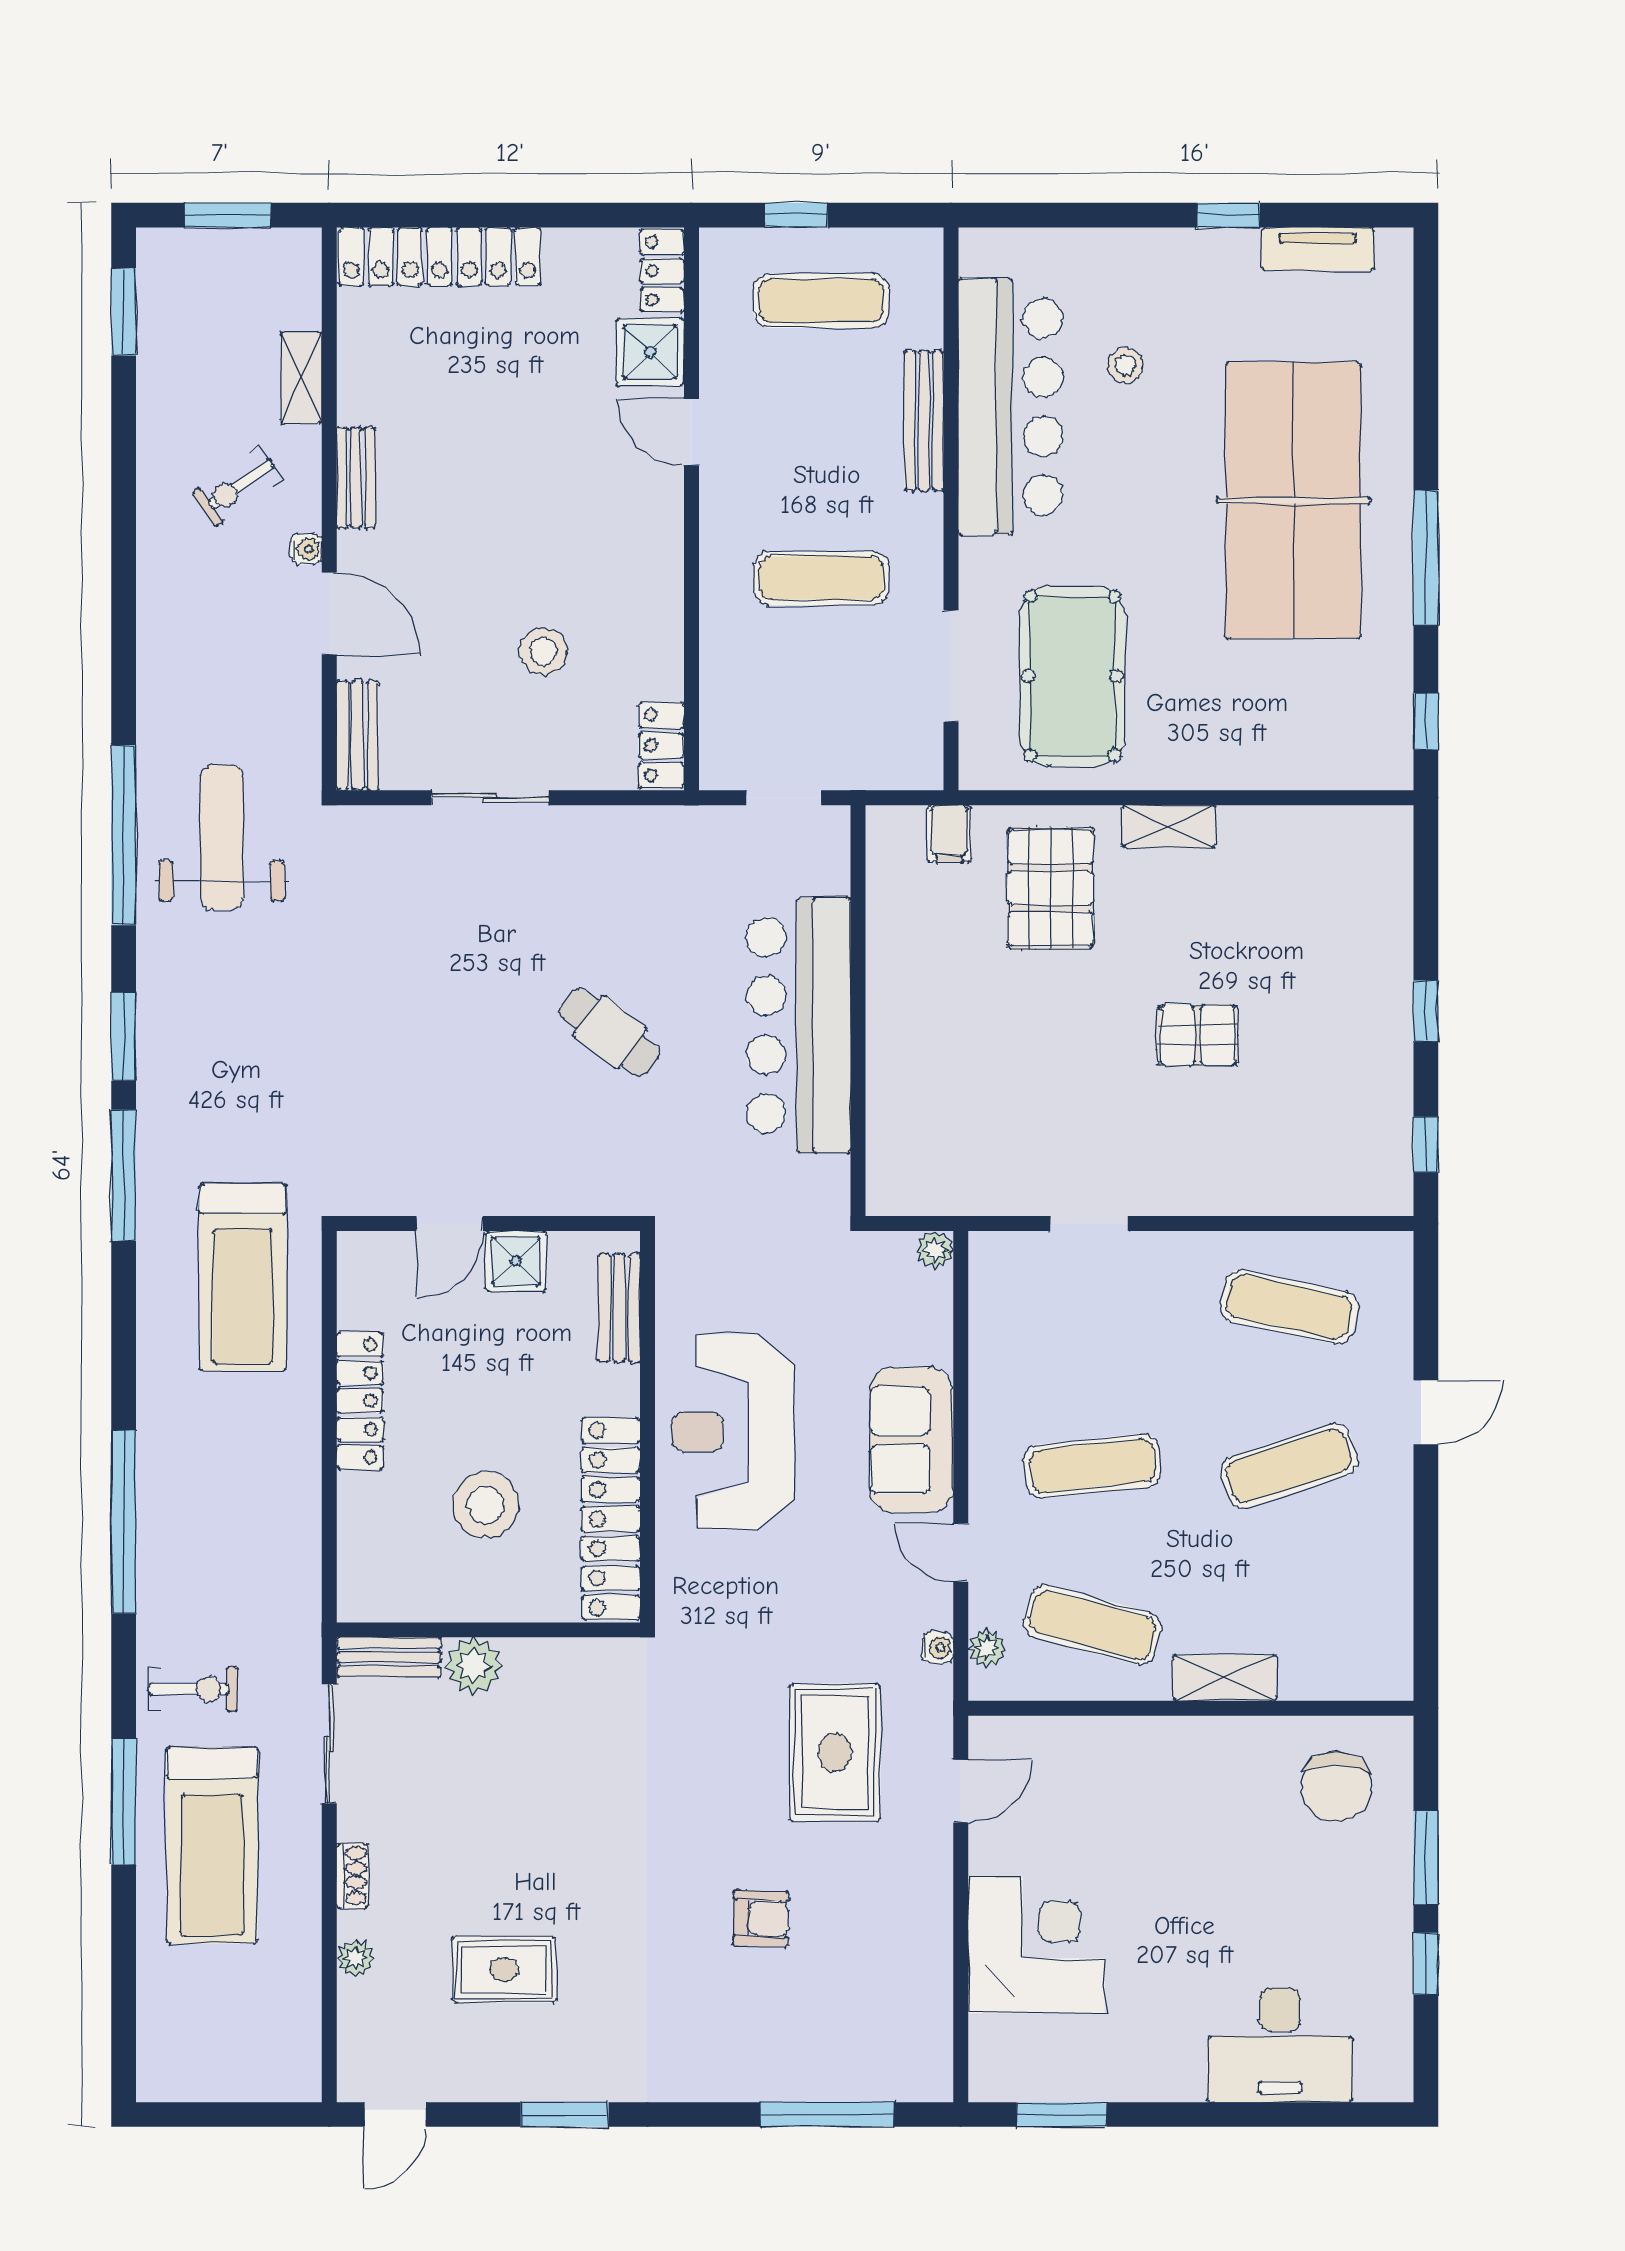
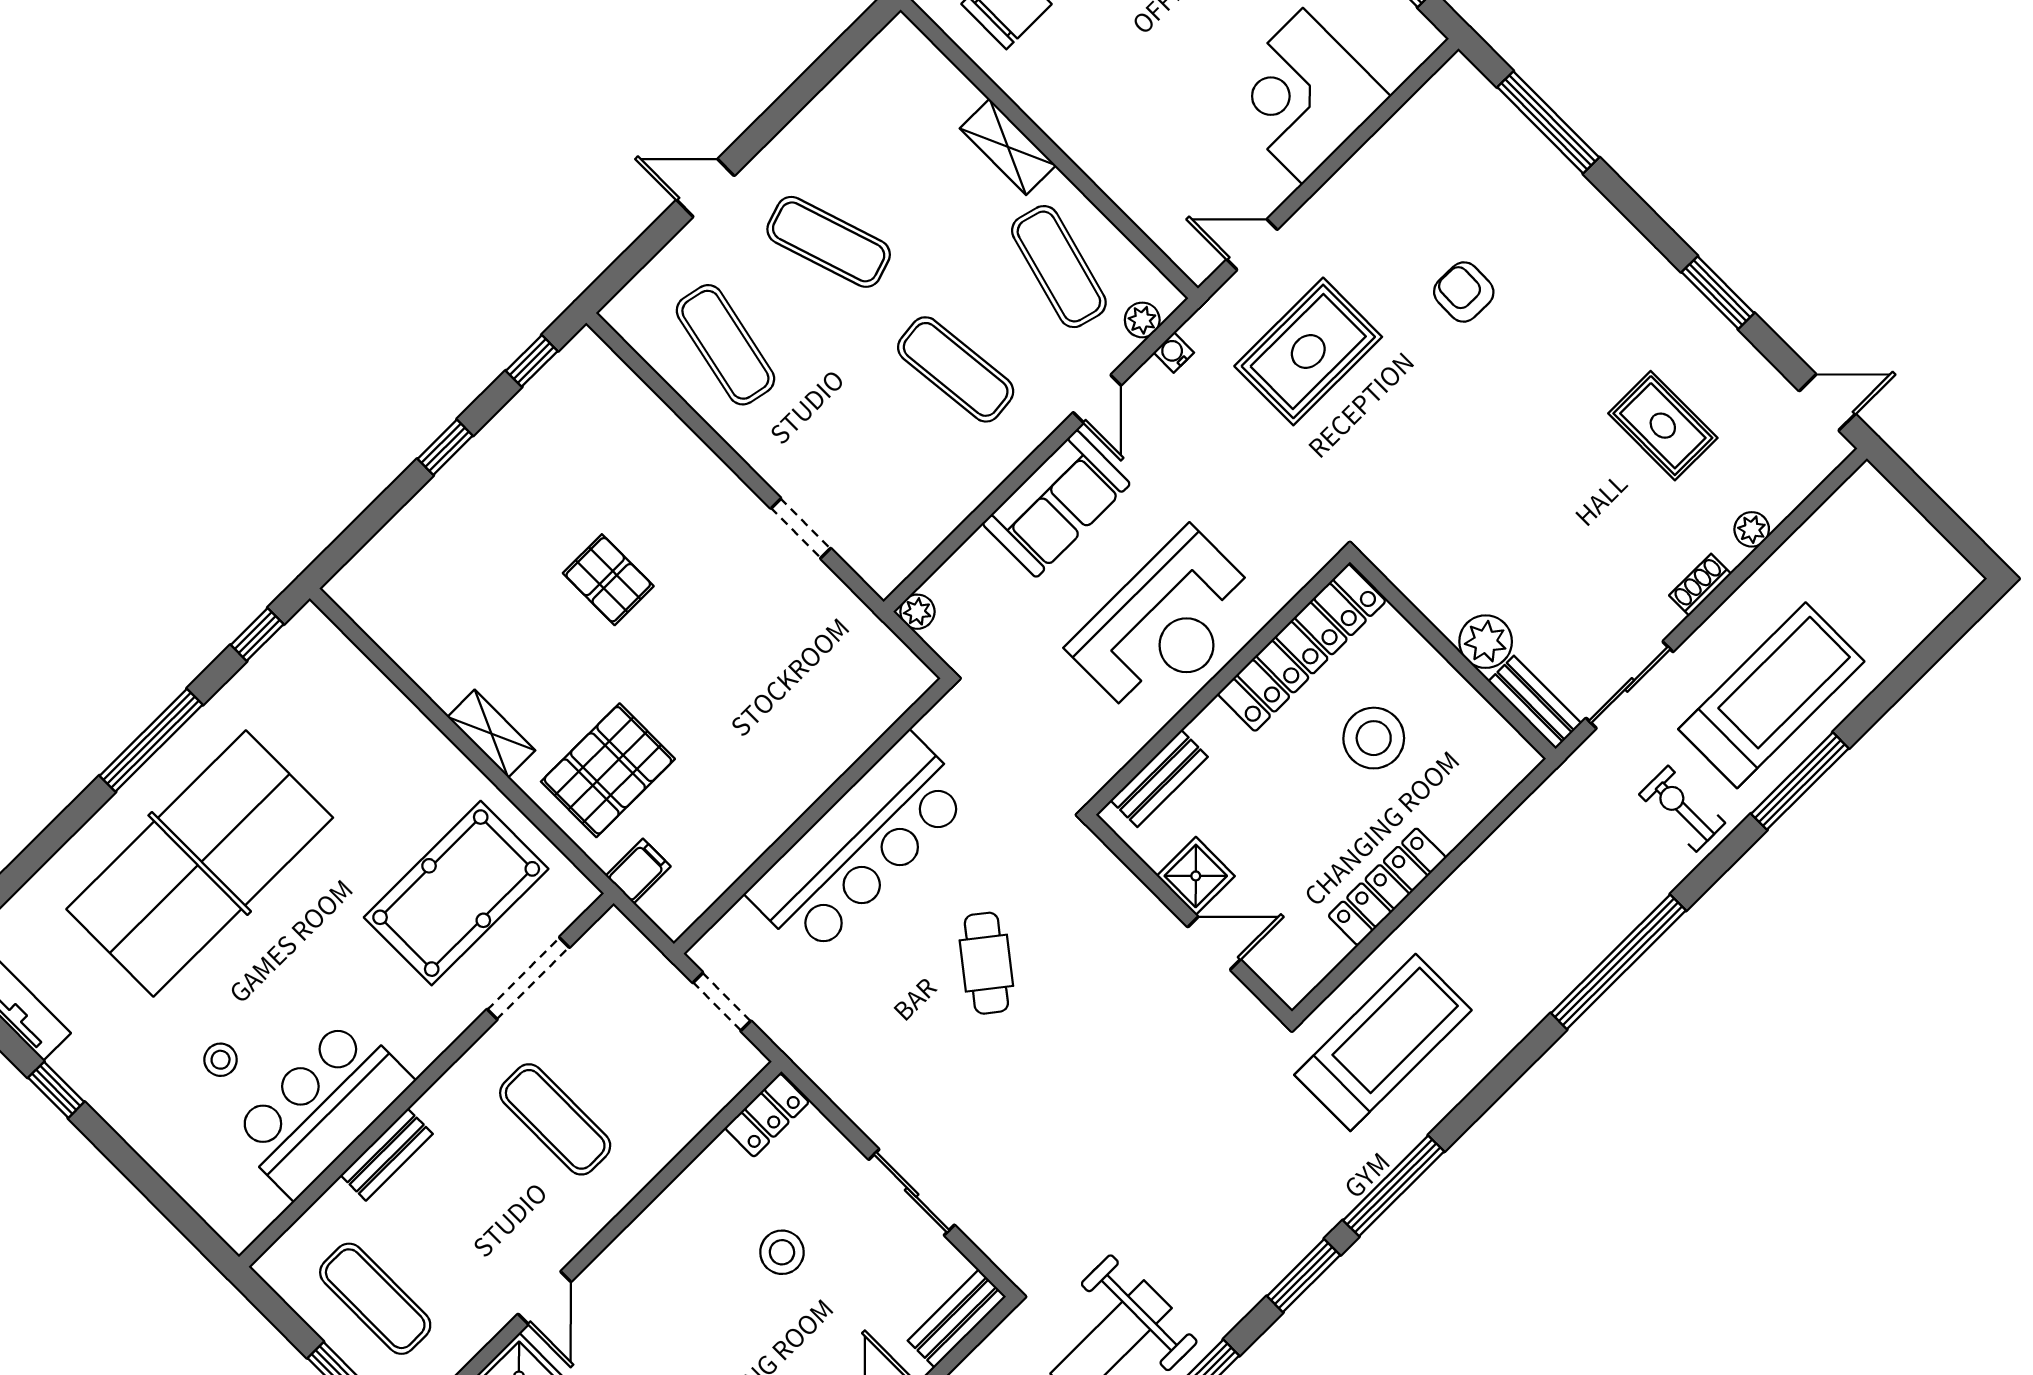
bar counter: (1011, 407) -> (321, 1107), width x0.73
bench: (924, 421) -> (387, 1155), width x0.73

